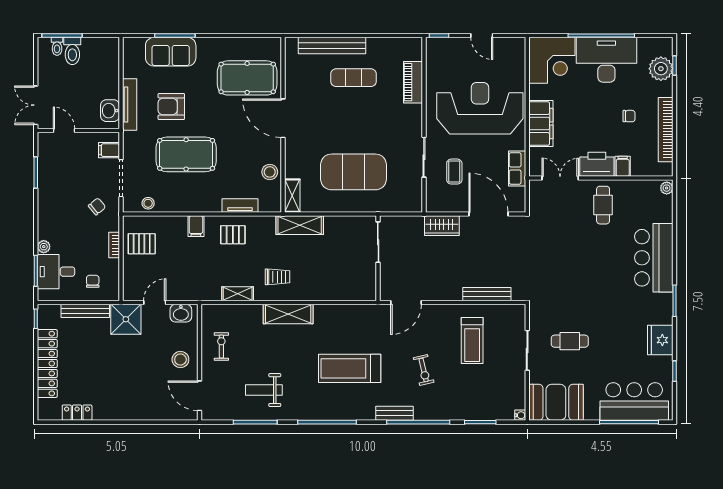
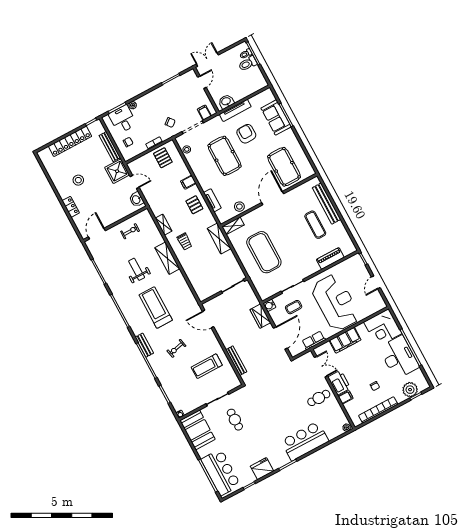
water cooler: (433, 205) -> (269, 305), added
stool: (180, 360) -> (78, 180), moved
weight bench: (264, 390) -> (137, 269), moved
locker: (77, 413) -> (71, 207), moved

